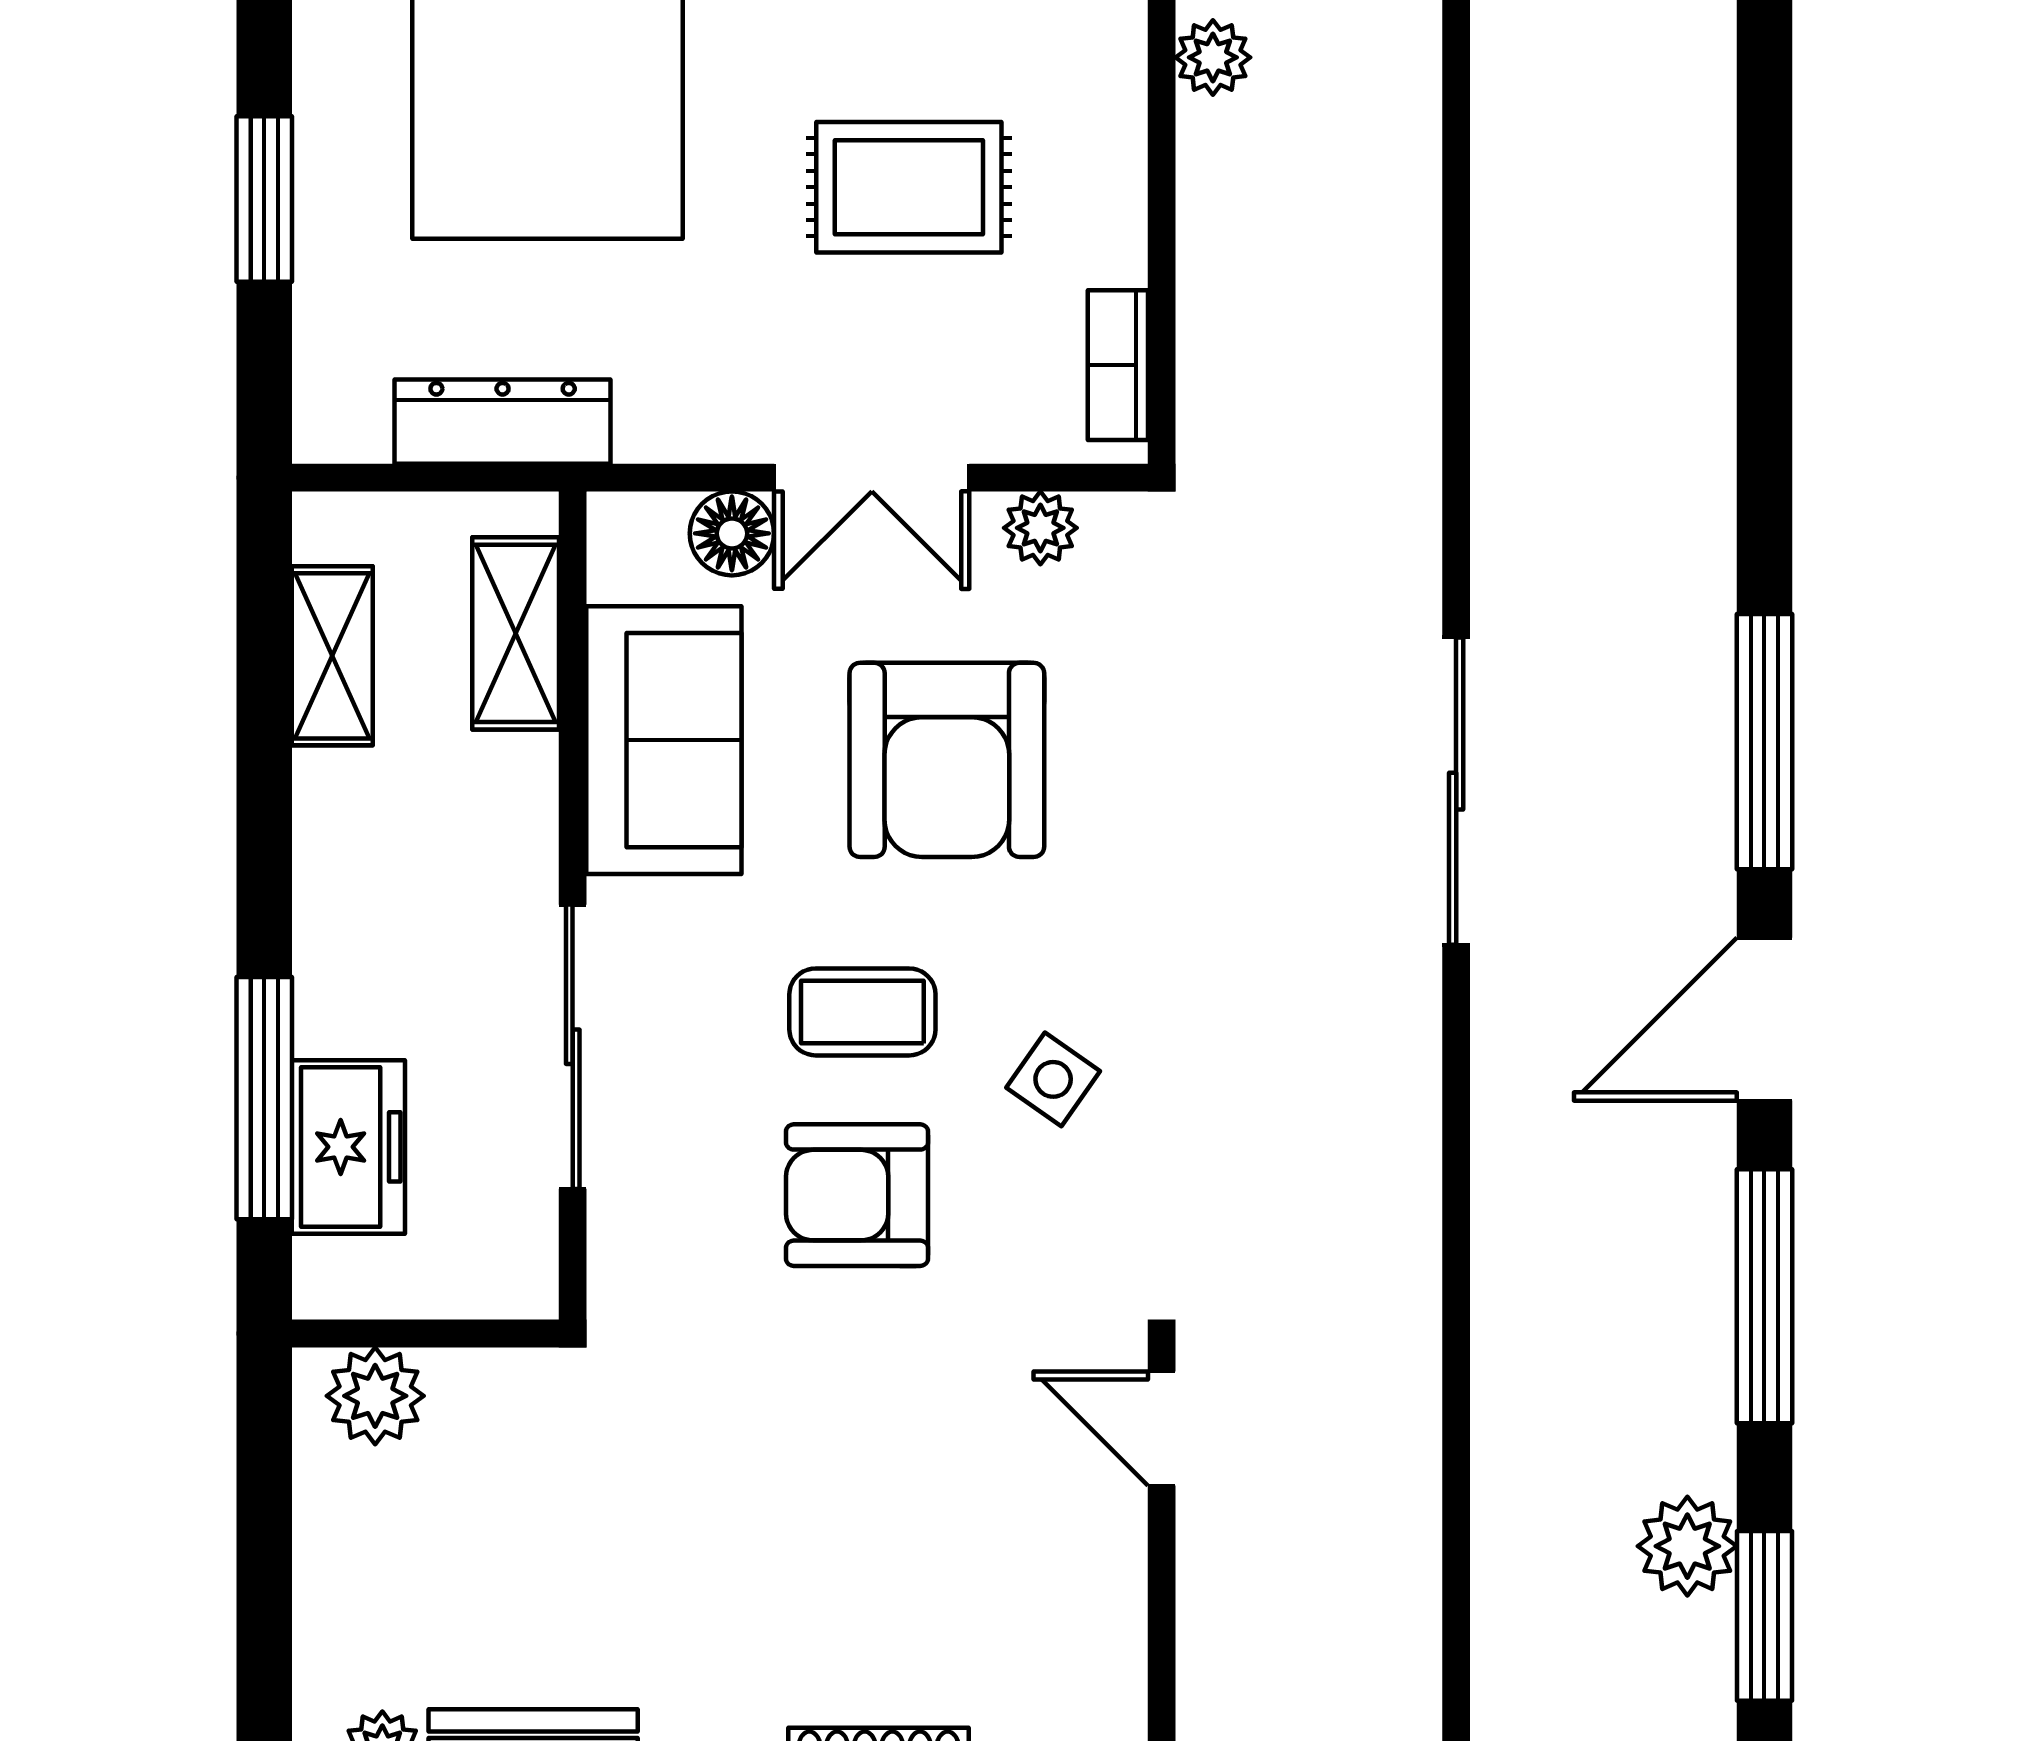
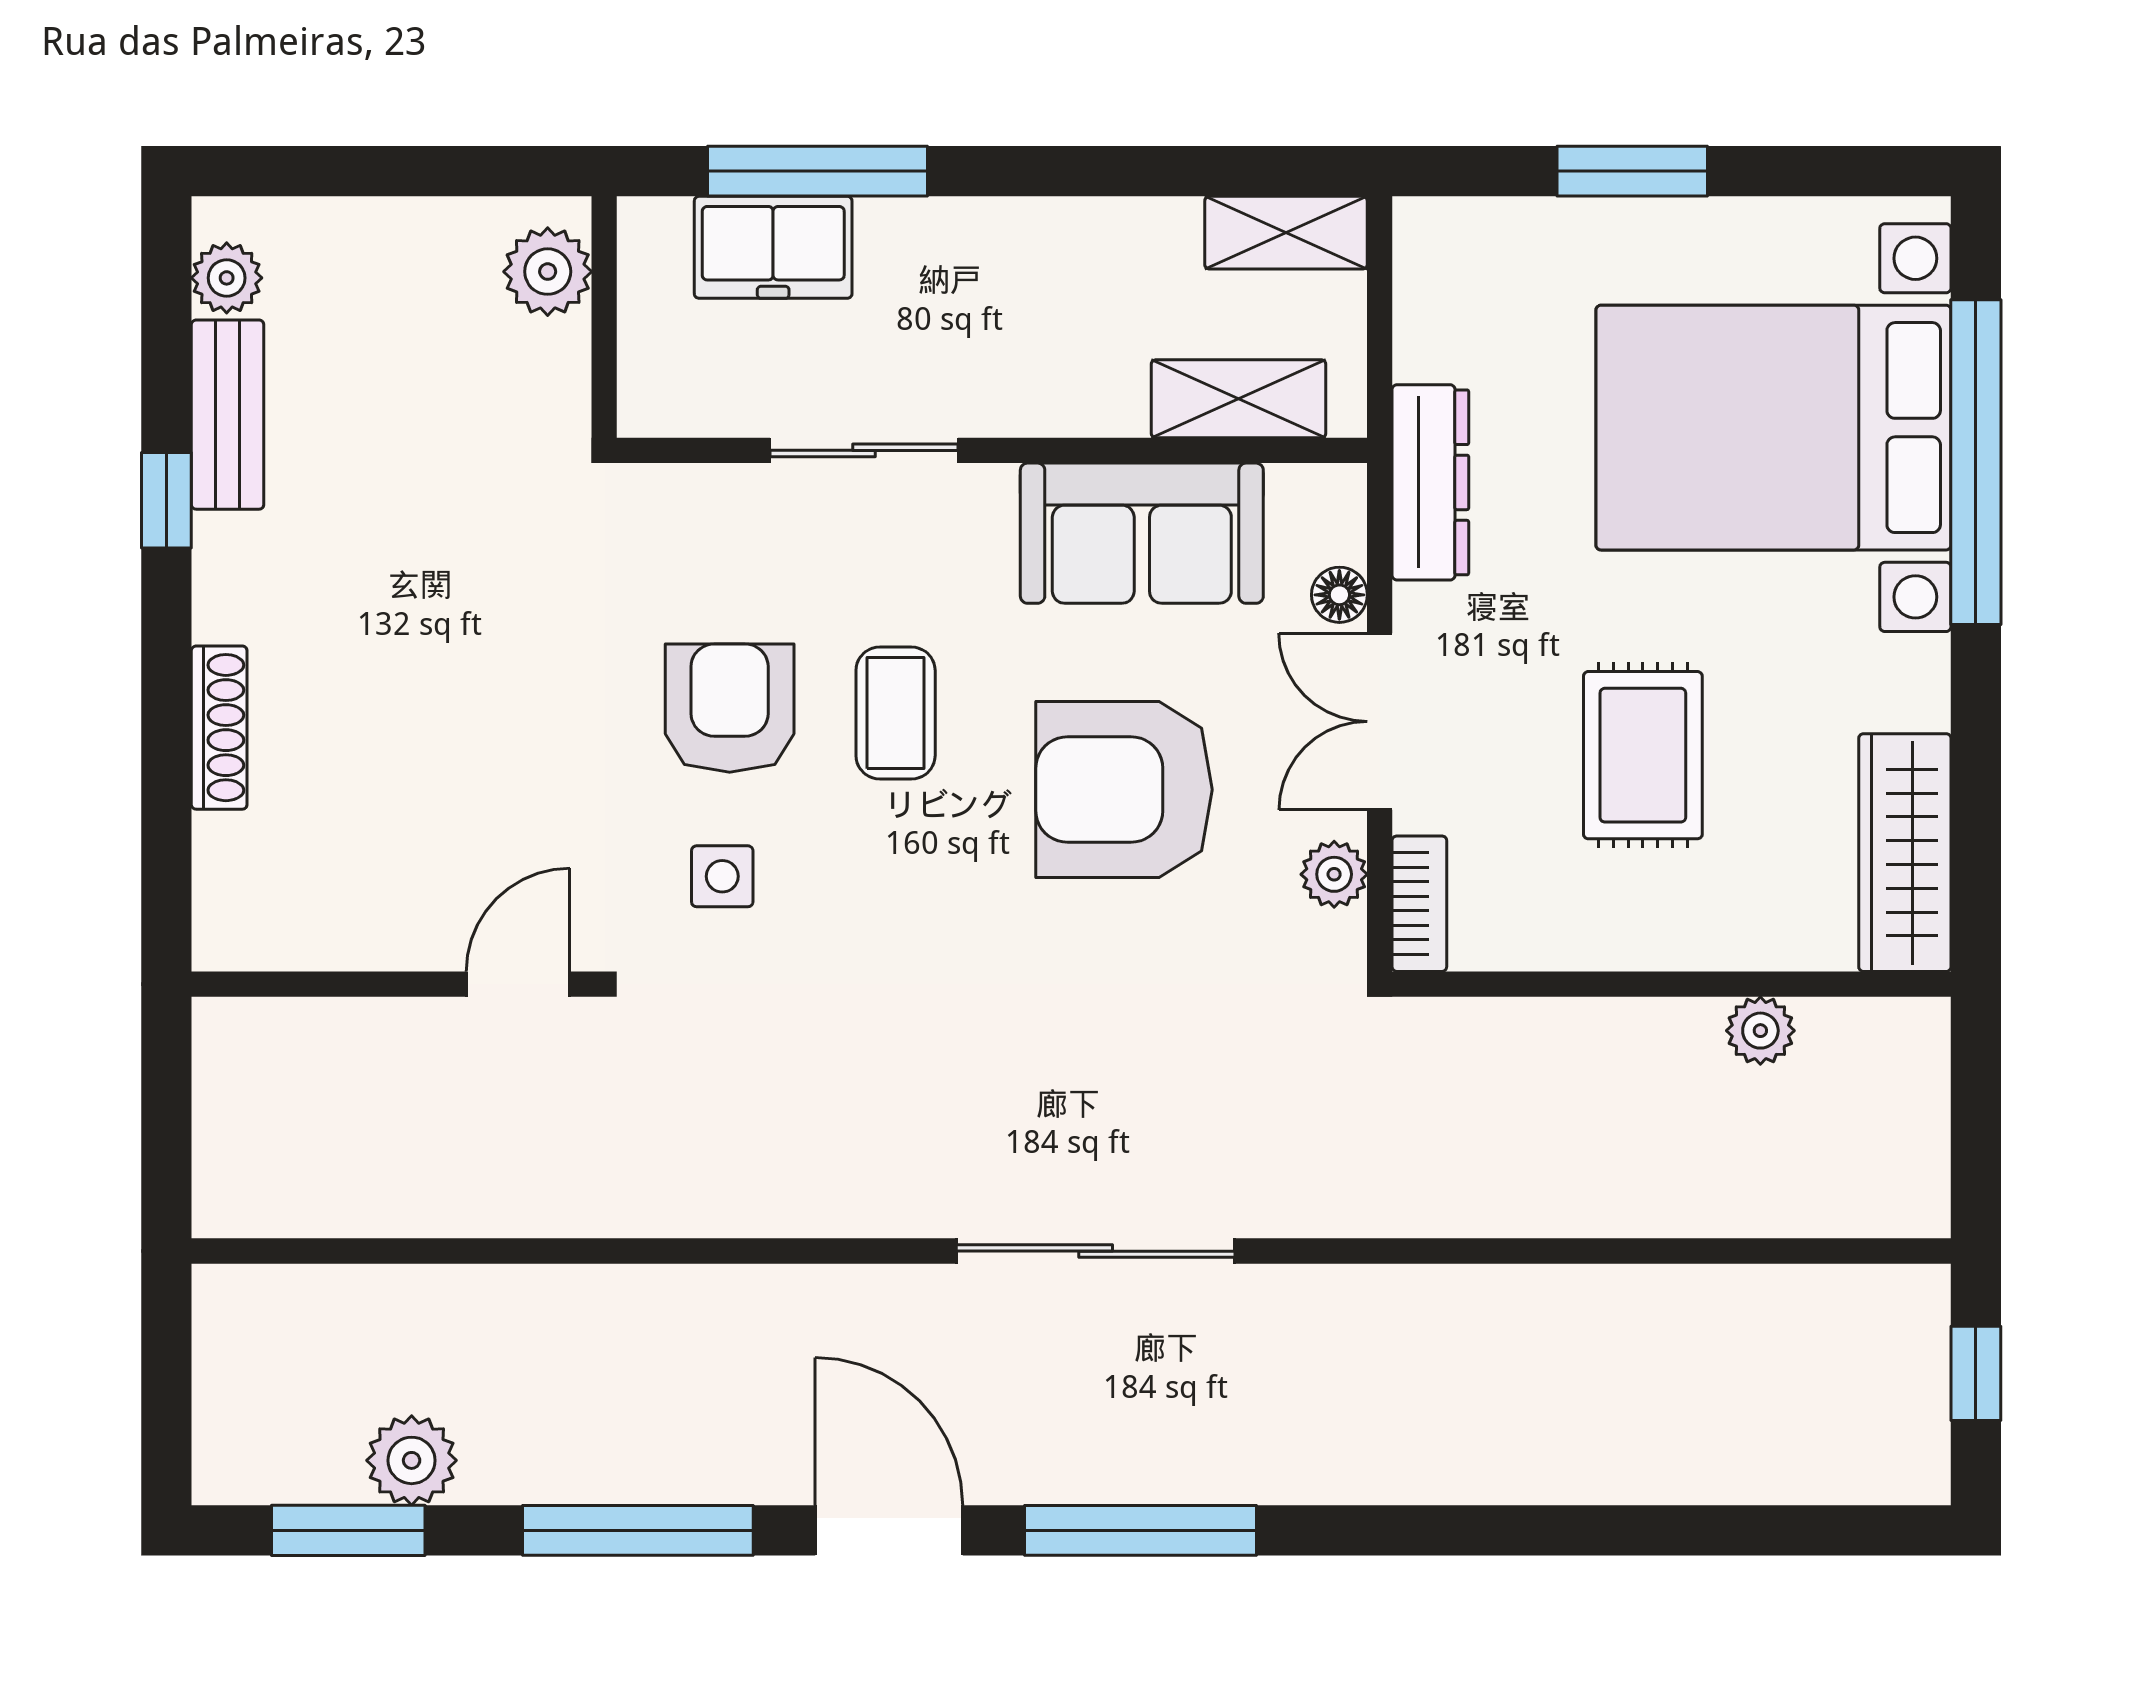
bookcase: (1118, 365) -> (1419, 904), moved, turned 90
dresser: (503, 422) -> (1430, 482), moved
floor lamp: (732, 533) -> (1339, 595), width x0.73, depth x0.73
shelving: (332, 656) -> (1286, 233), moved
sliding door: (573, 1047) -> (864, 450), width x0.73
side table: (1053, 1079) -> (722, 876), moved, turned -35

